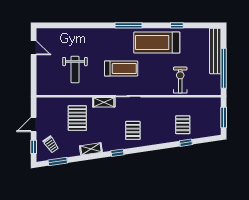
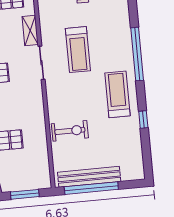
window: (129, 25) -> (137, 54), width x1.46
treadmill: (157, 43) -> (117, 94), width x0.73, depth x0.73
bench: (215, 51) -> (89, 177), moved

